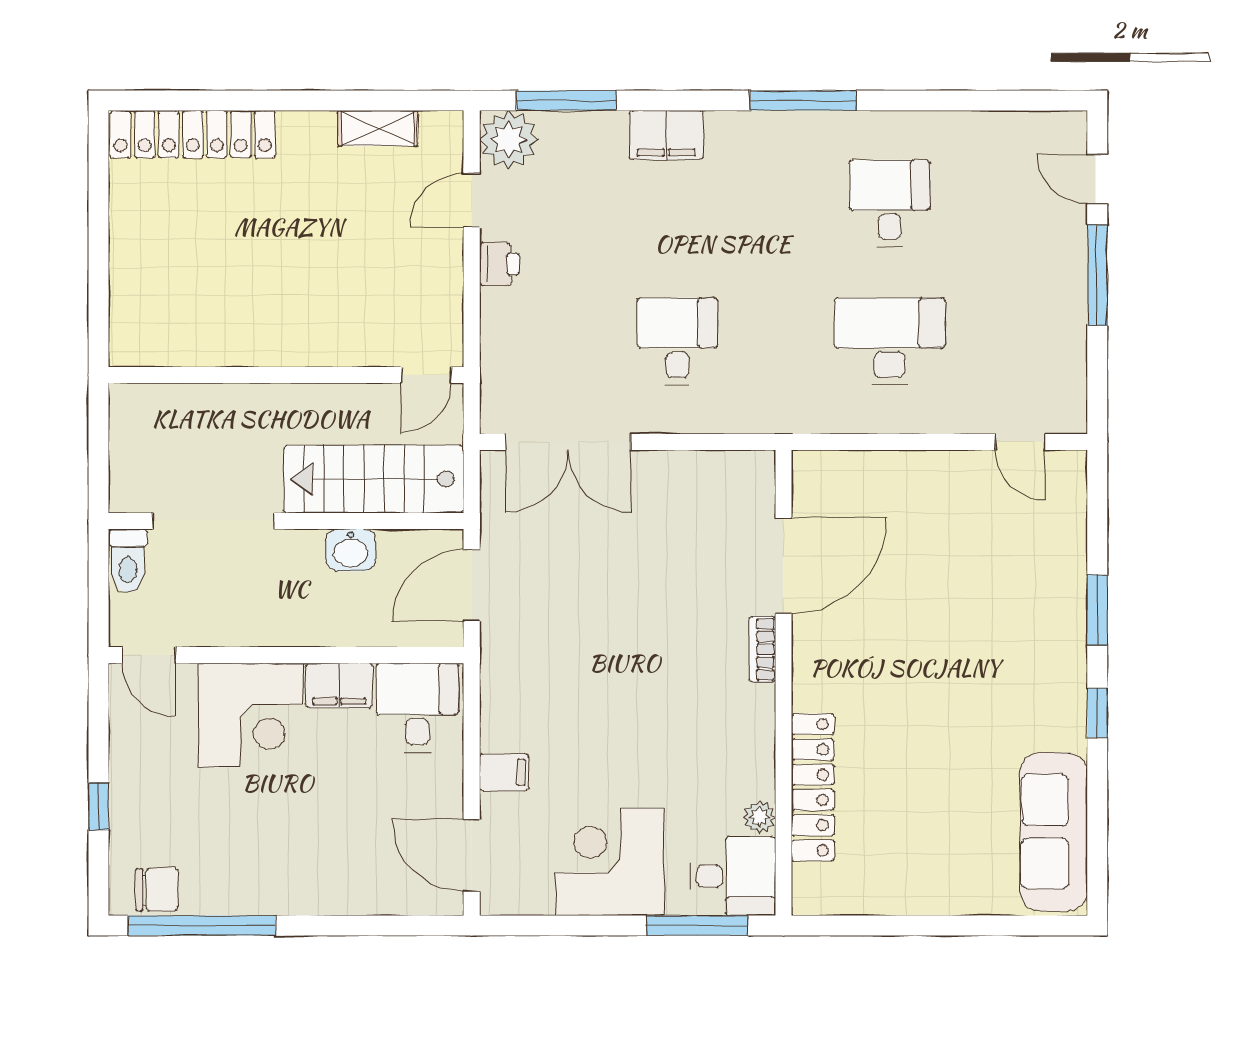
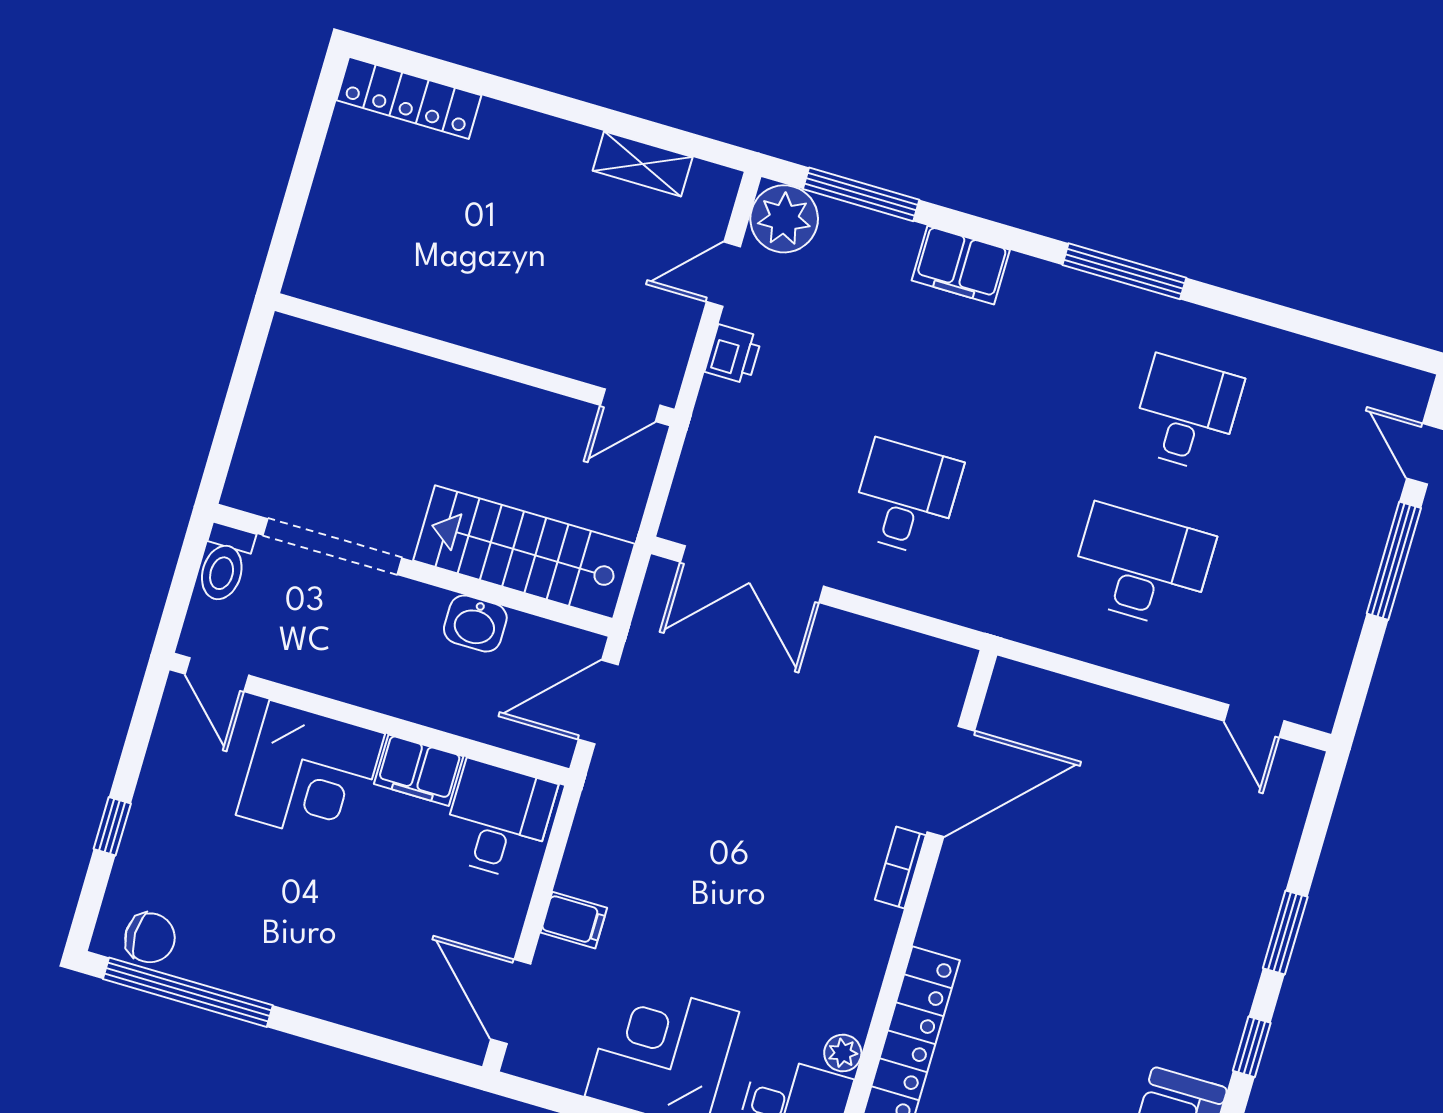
locker: (193, 134) -> (409, 98), width x0.71, depth x0.83
wall: (286, 375) -> (475, 360), moved
door: (426, 375) -> (630, 405), moved

